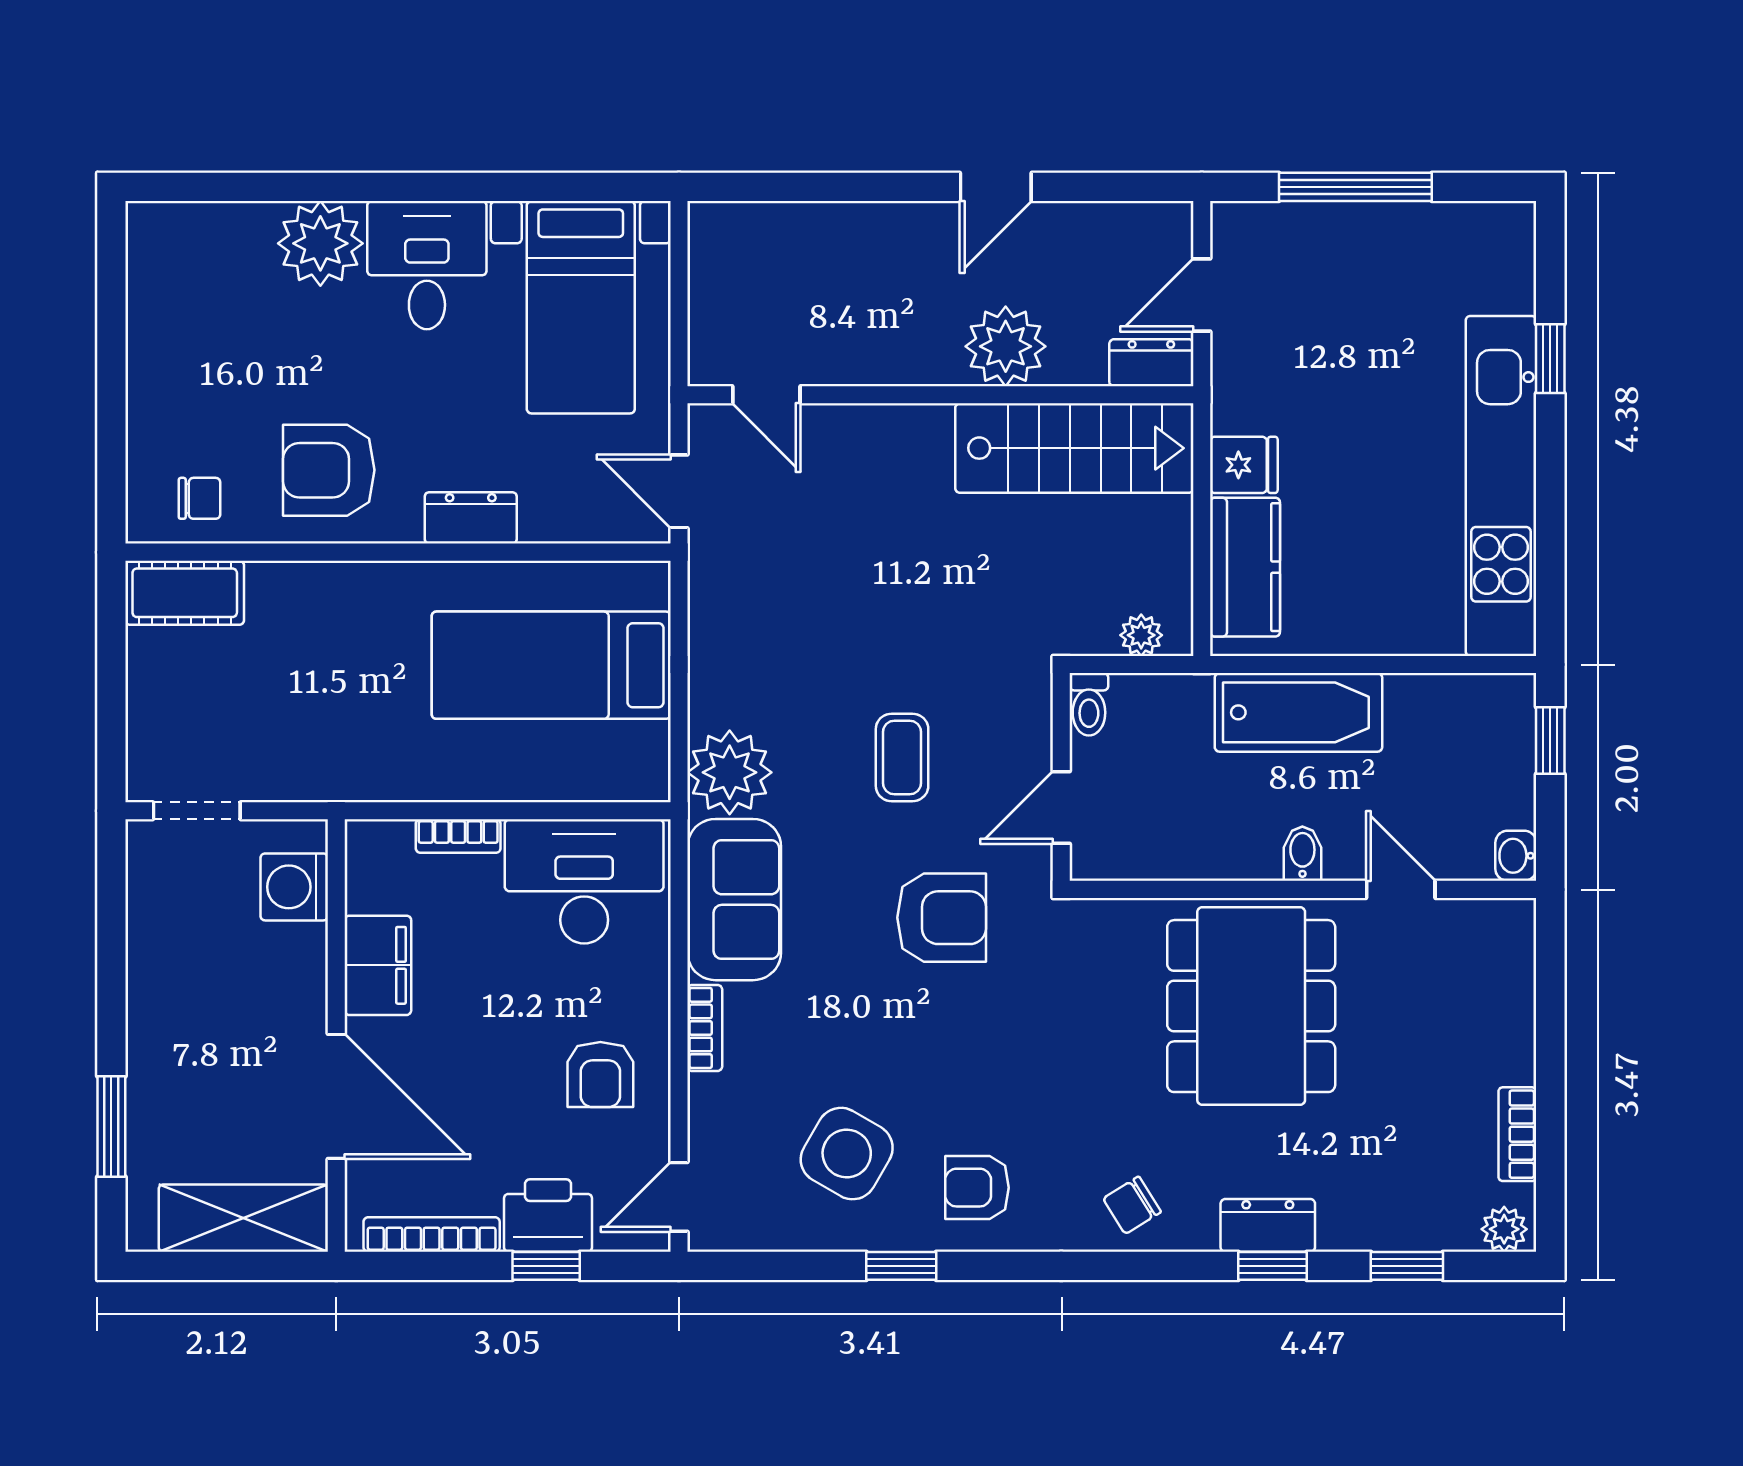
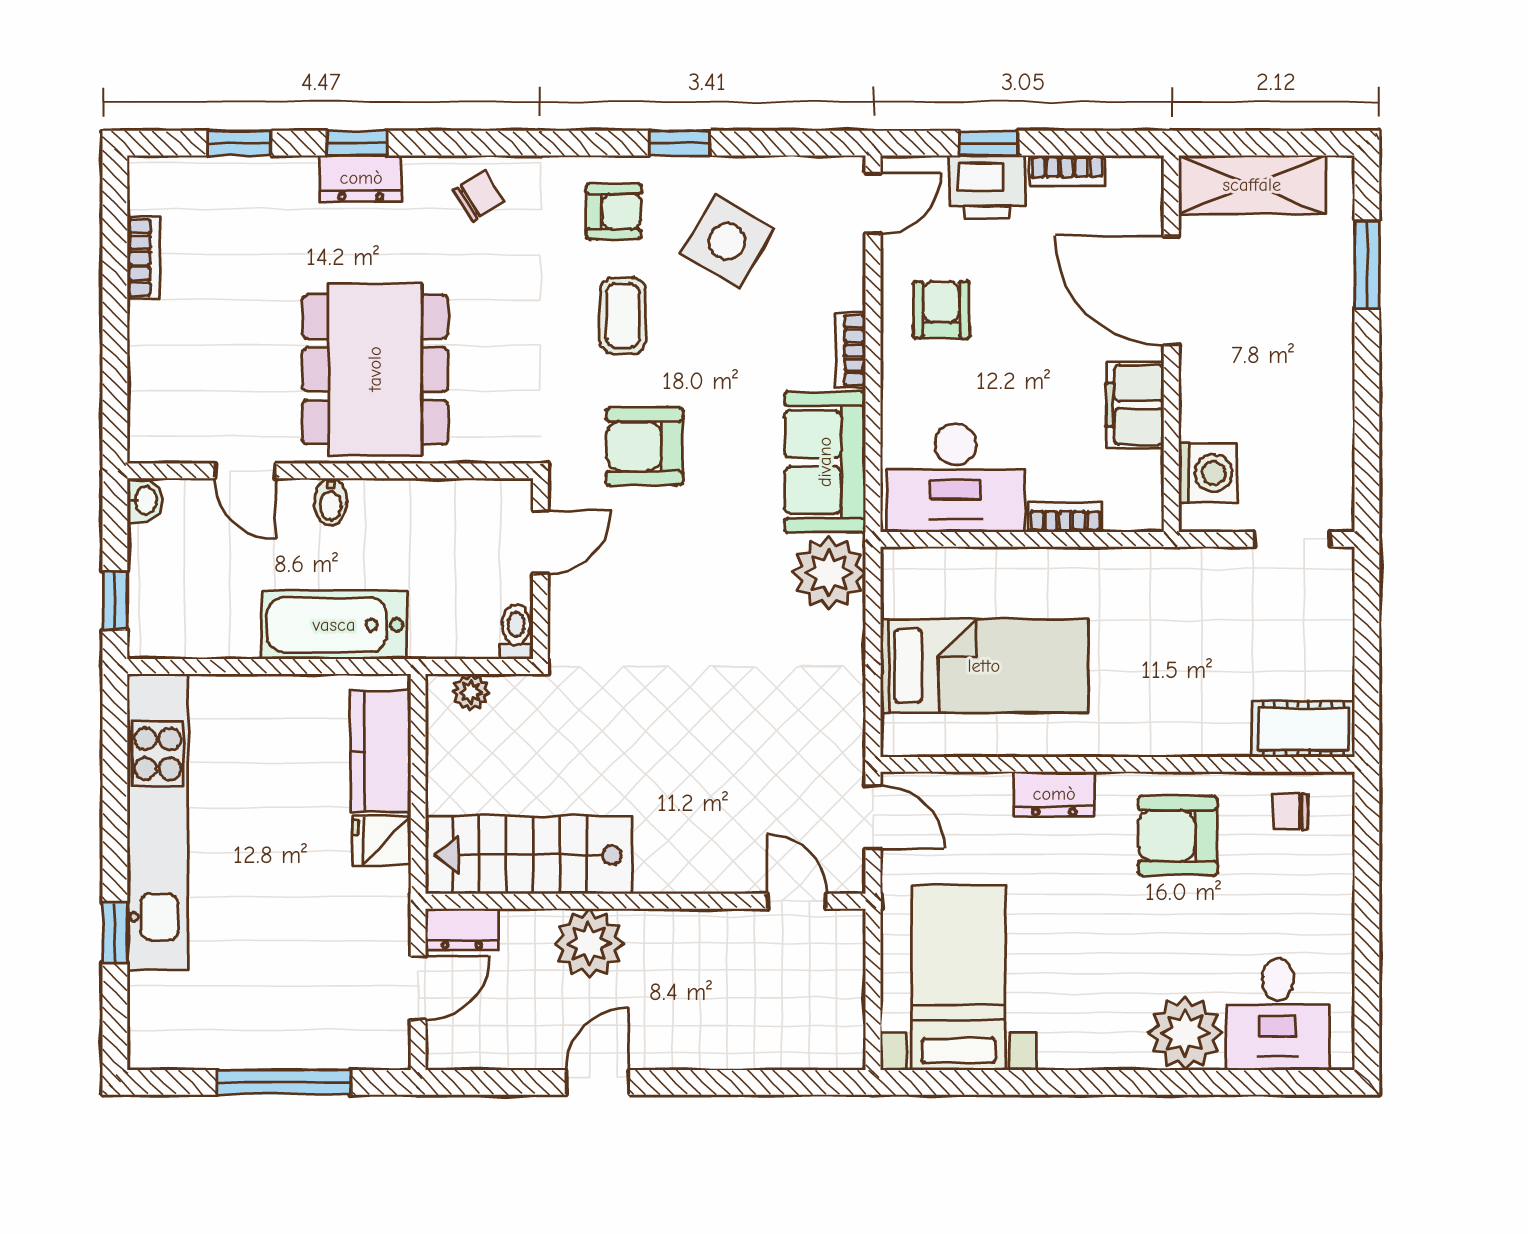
desk: (427, 265) -> (1278, 1014), moved
armchair: (329, 470) -> (1178, 836), turned 180
coffee table: (902, 757) -> (623, 316), moved
plant: (1504, 1229) -> (155, 175), removed
bookcase: (432, 1235) -> (1067, 171), width x0.64

